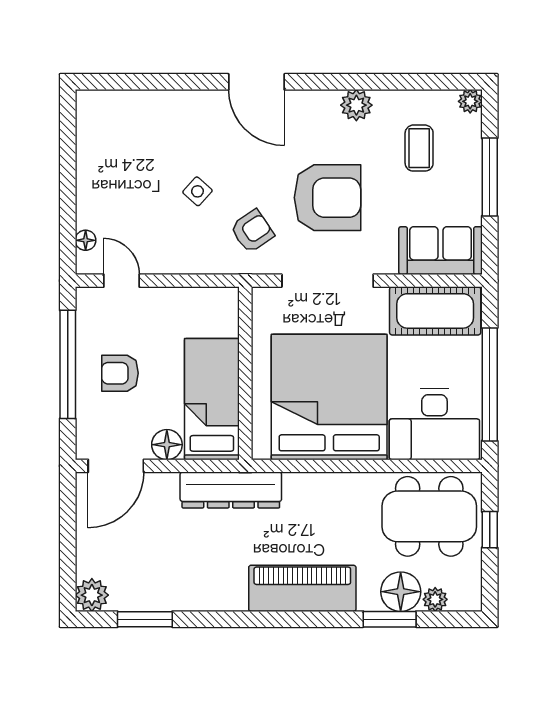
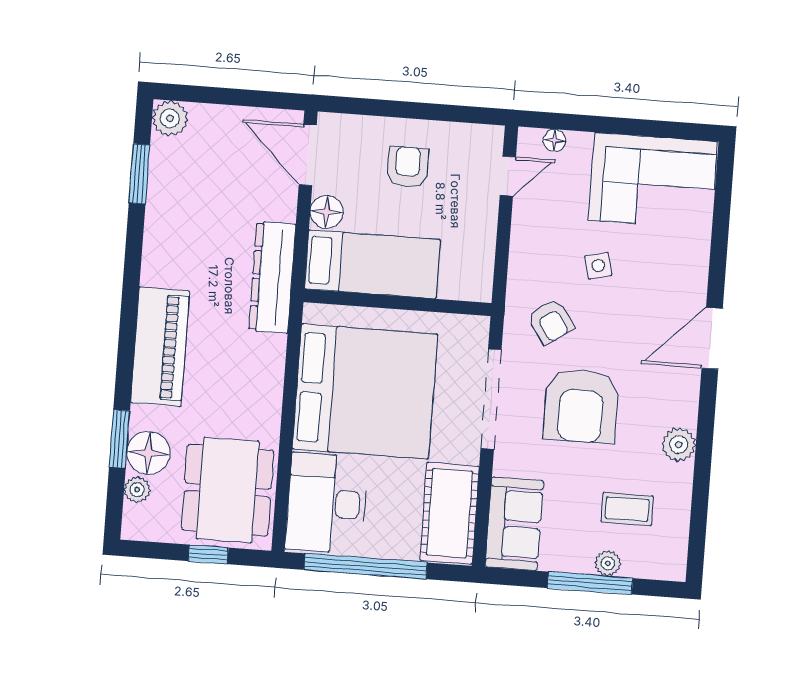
plant: (470, 101) -> (608, 563), moved
corner sofa: (116, 147) -> (653, 181), added
side table: (197, 191) -> (598, 266), turned 33
window: (68, 364) -> (422, 111), removed

